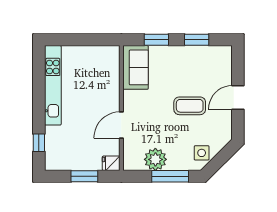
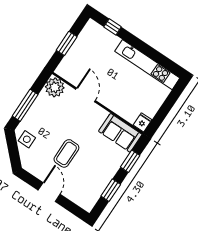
plant: (155, 159) -> (55, 87), moved
fridge: (111, 163) -> (143, 122), moved

